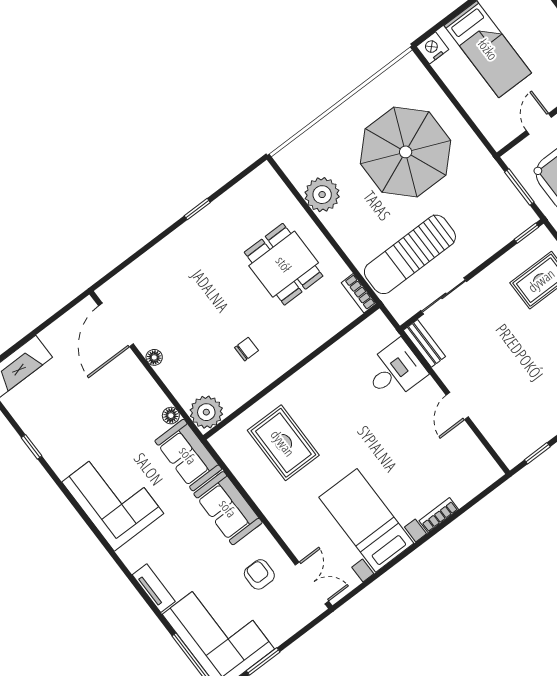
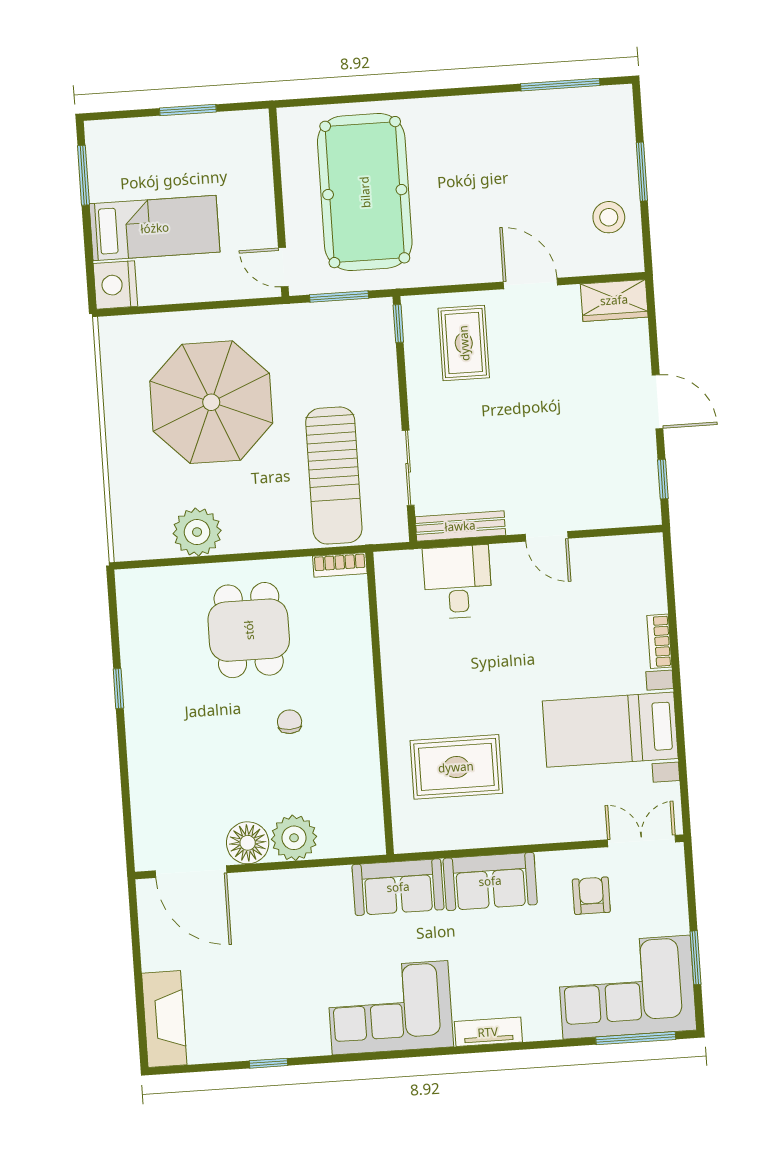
nightstand: (432, 48) -> (115, 285), width x1.36, depth x1.33
door: (539, 124) -> (283, 267), moved
dining table: (284, 264) -> (249, 630), turned 90
bench: (424, 343) -> (460, 526), width x1.36
chair: (246, 349) -> (290, 722), moved
floor lamp: (154, 357) -> (248, 843), width x1.89, depth x1.89
plant: (206, 412) -> (294, 838), moved
floor lamp: (171, 416) -> (339, 877), removed
armchair: (259, 574) -> (591, 896), turned 90
tv unit: (154, 588) -> (488, 1032), moved

